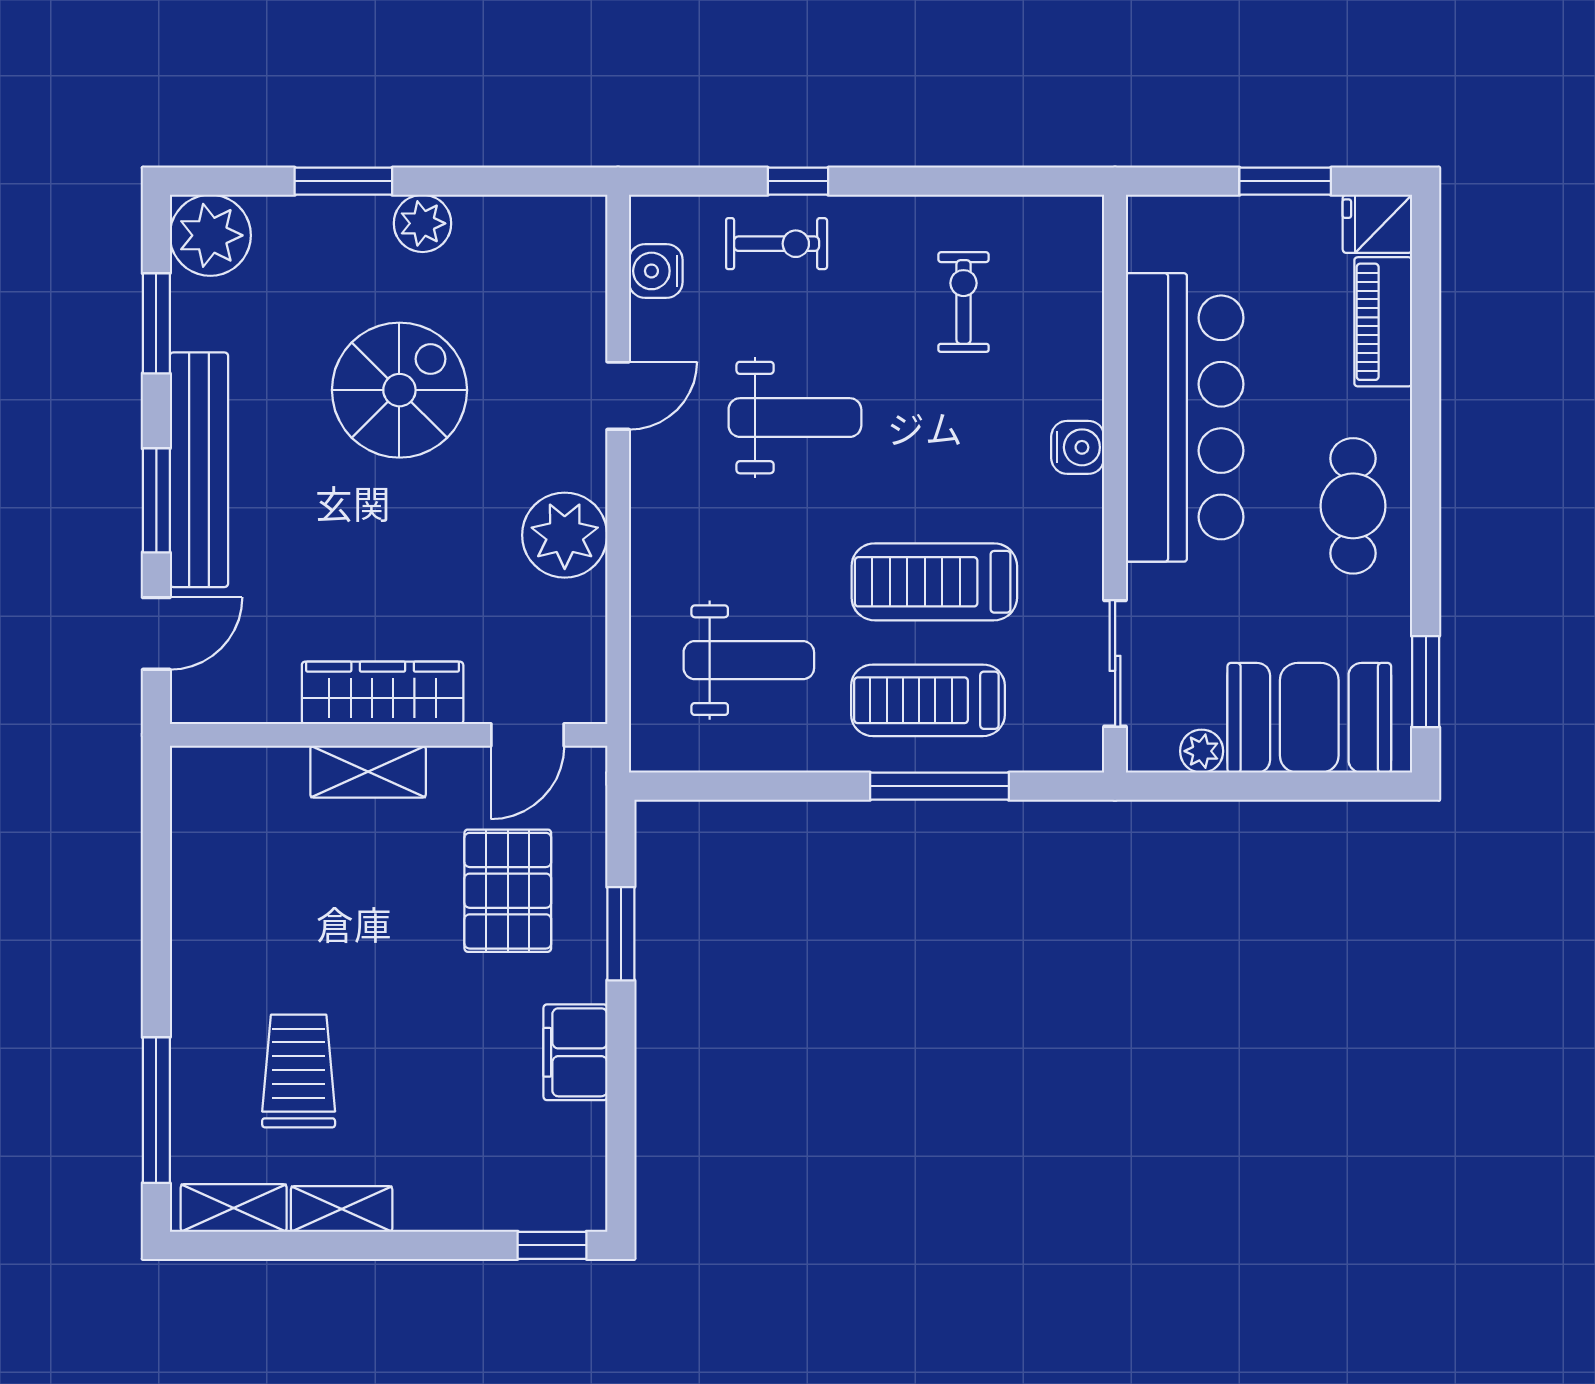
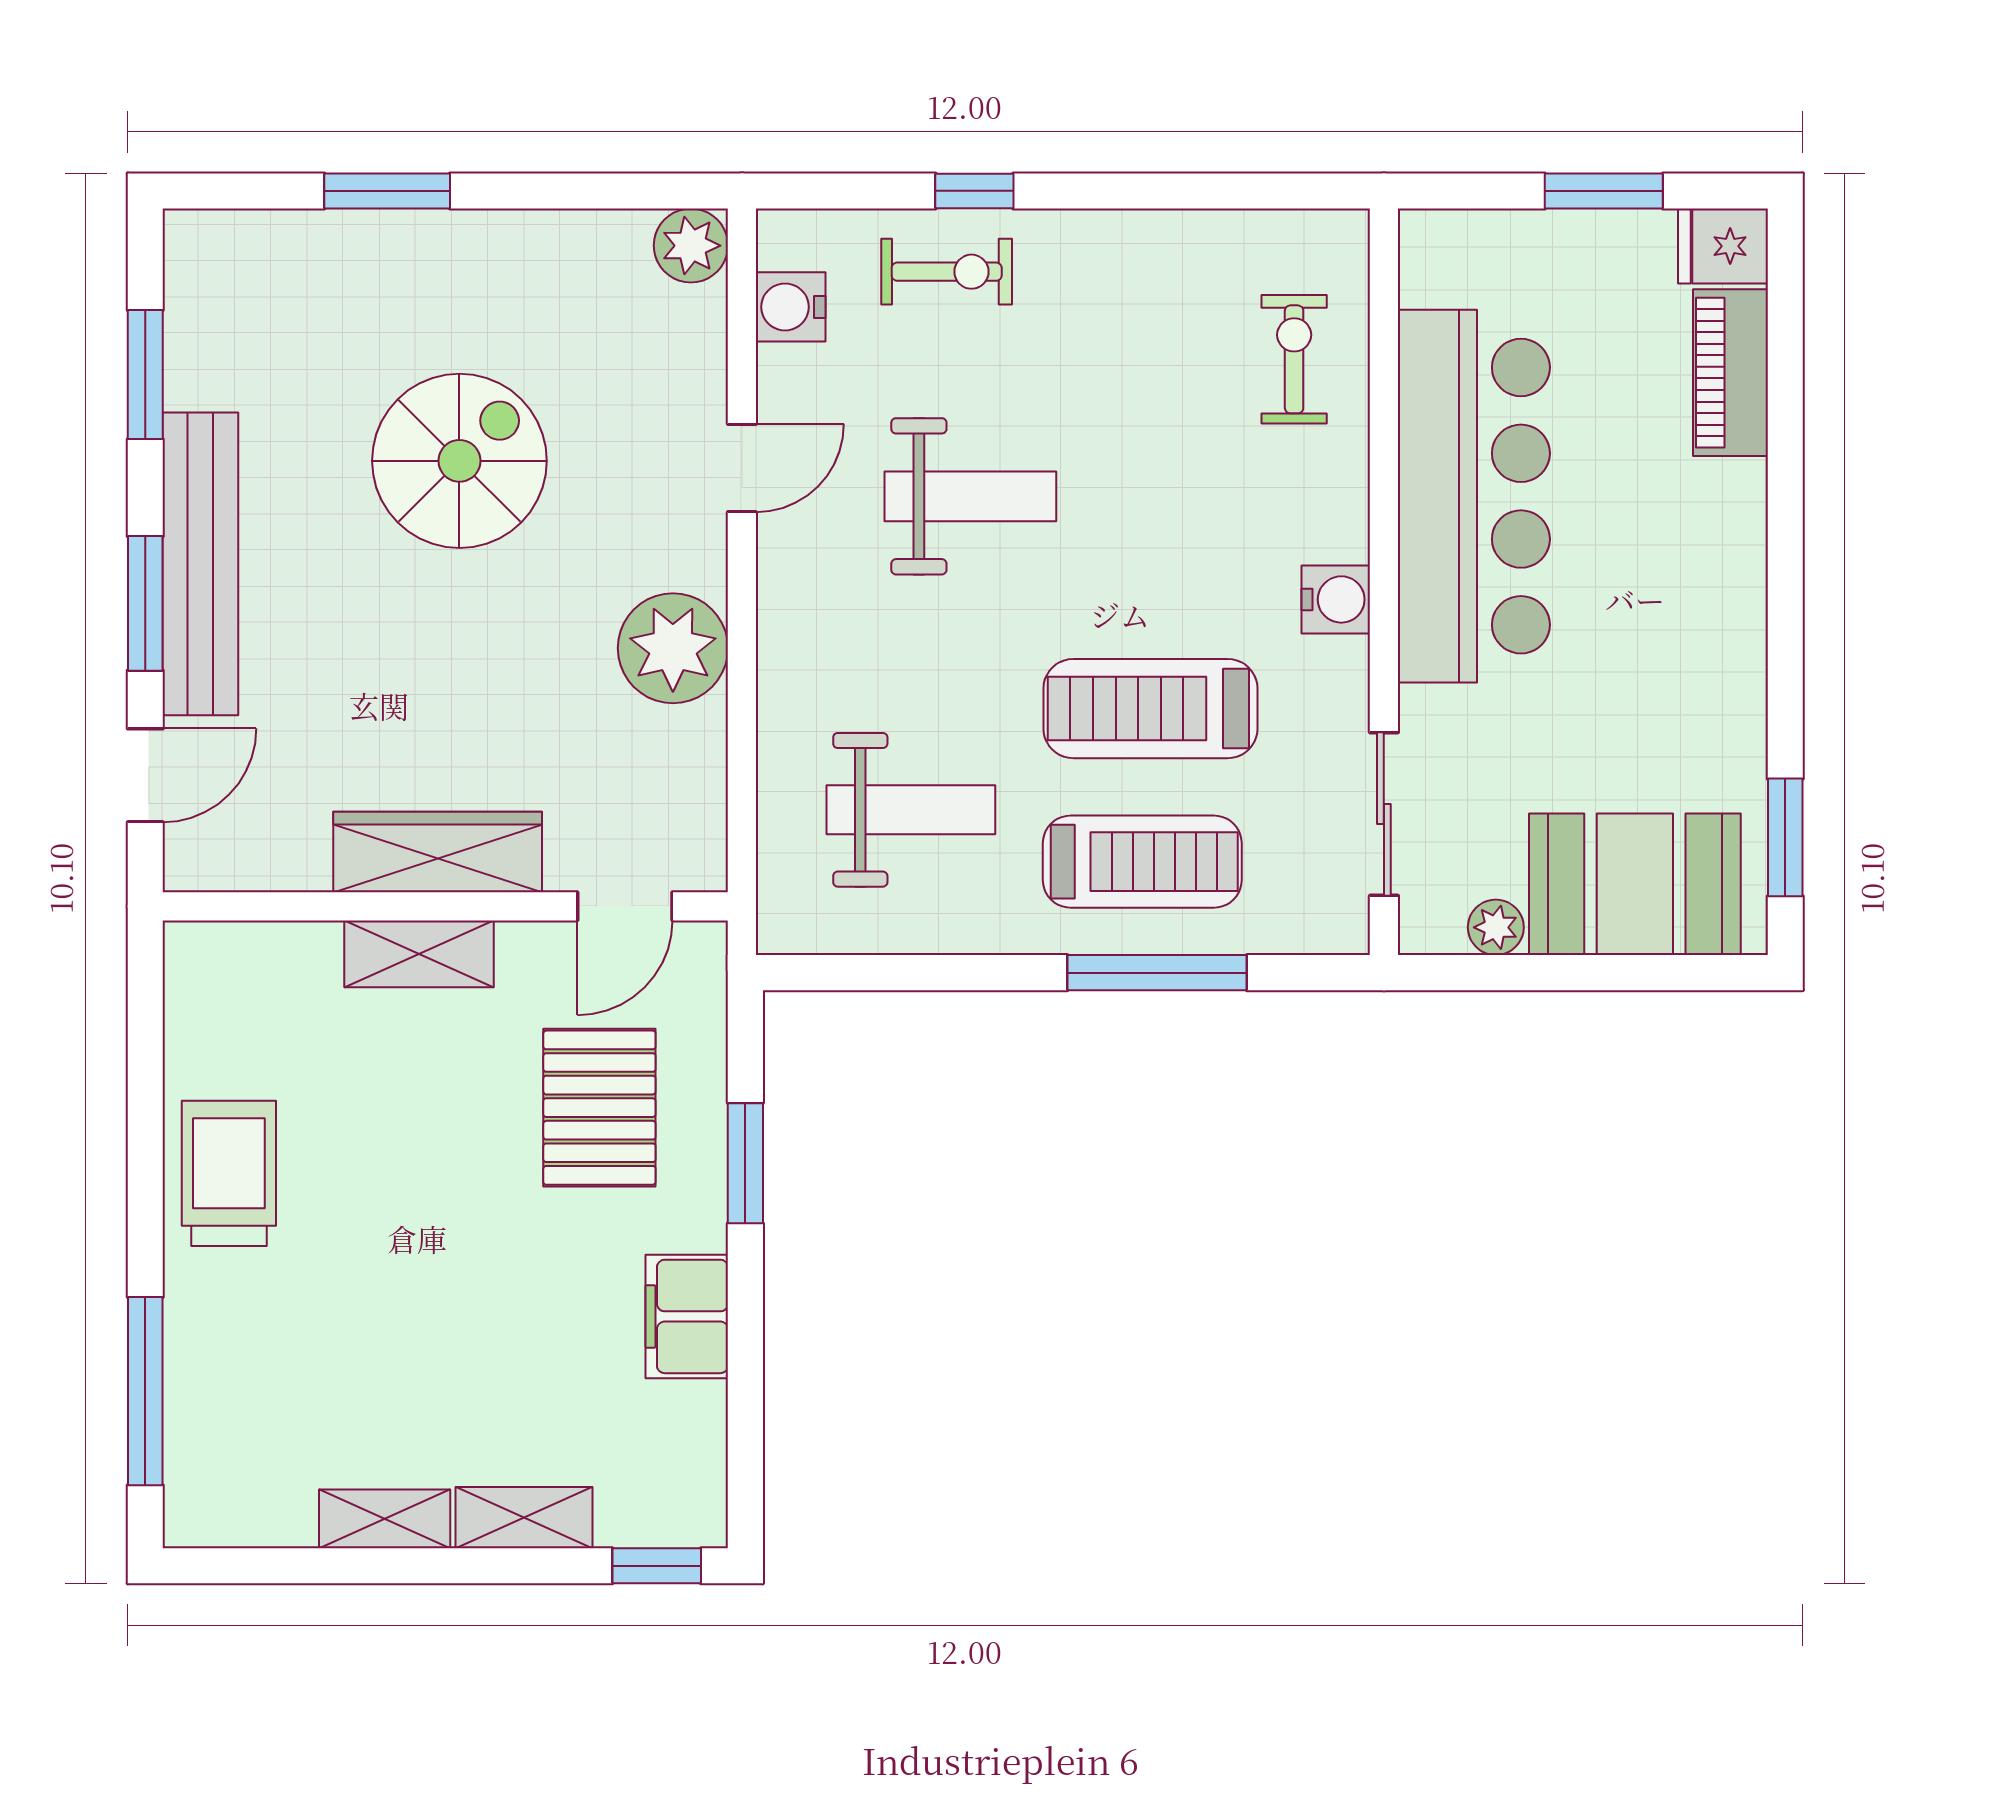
plant: (423, 223) -> (691, 246), moved
plant: (210, 235) -> (215, 261), removed
exercise bike: (964, 302) -> (1294, 359), moved
water cooler: (1078, 447) -> (1336, 599), moved
cafe table: (1353, 506) -> (1691, 610), removed
treadmill: (928, 700) -> (1142, 862), turned 180
trolley: (299, 1071) -> (229, 1173), moved
shelving: (234, 1208) -> (524, 1518), moved

